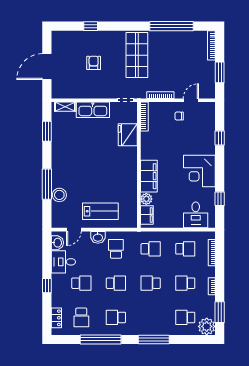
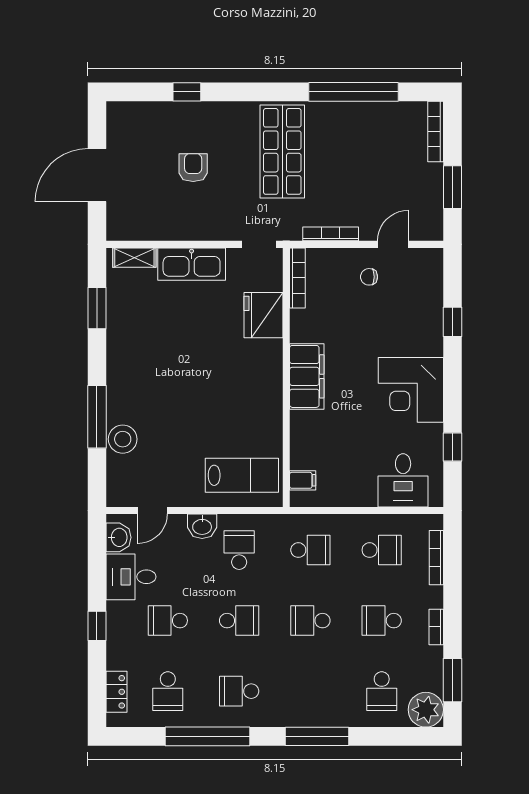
filing cabinet: (149, 176) -> (307, 376), moved
plant: (146, 199) -> (302, 447), removed
lab bench: (100, 211) -> (242, 475), moved
filing cabinet: (147, 215) -> (303, 480), width x0.50
school desk: (81, 283) -> (168, 621), turned 180
school desk: (185, 317) -> (382, 691), turned -90

